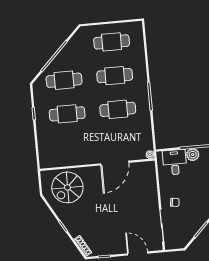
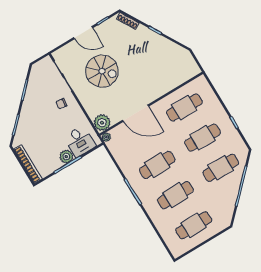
cafe table: (70, 148) -> (184, 107), added
door: (115, 163) -> (136, 113), swing flipped
plant: (148, 169) -> (102, 123), added
spiral stairs: (67, 187) -> (102, 71), moved, turned 90
door: (138, 253) -> (83, 33), moved

